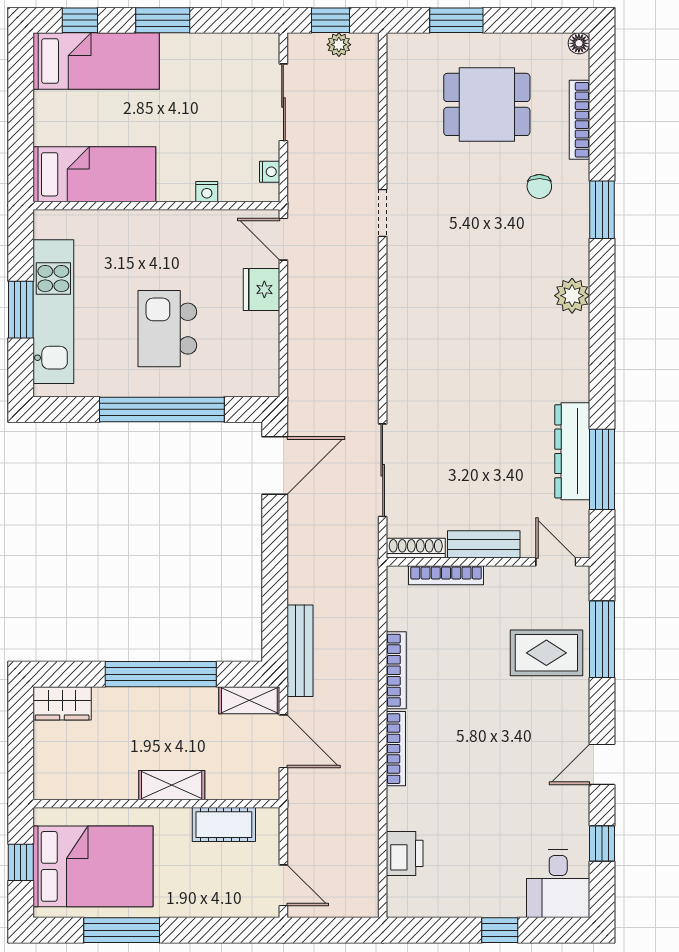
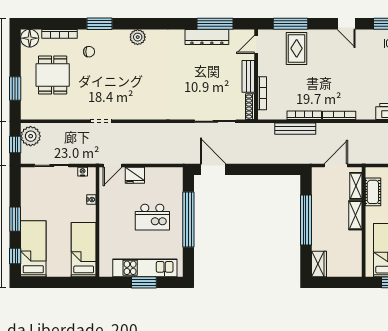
floor lamp: (579, 43) -> (30, 38), width x1.89, depth x1.89
plant: (339, 45) -> (31, 136), width x1.88, depth x1.88
bench: (300, 651) -> (295, 129), moved
shelving: (249, 700) -> (356, 186), moved

